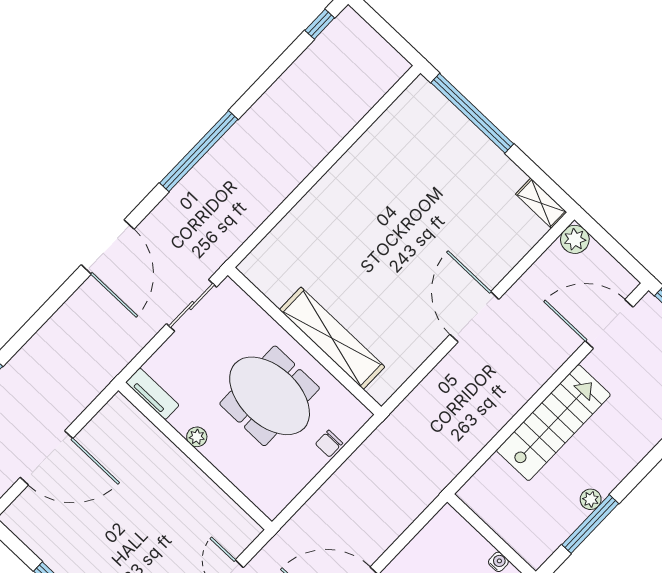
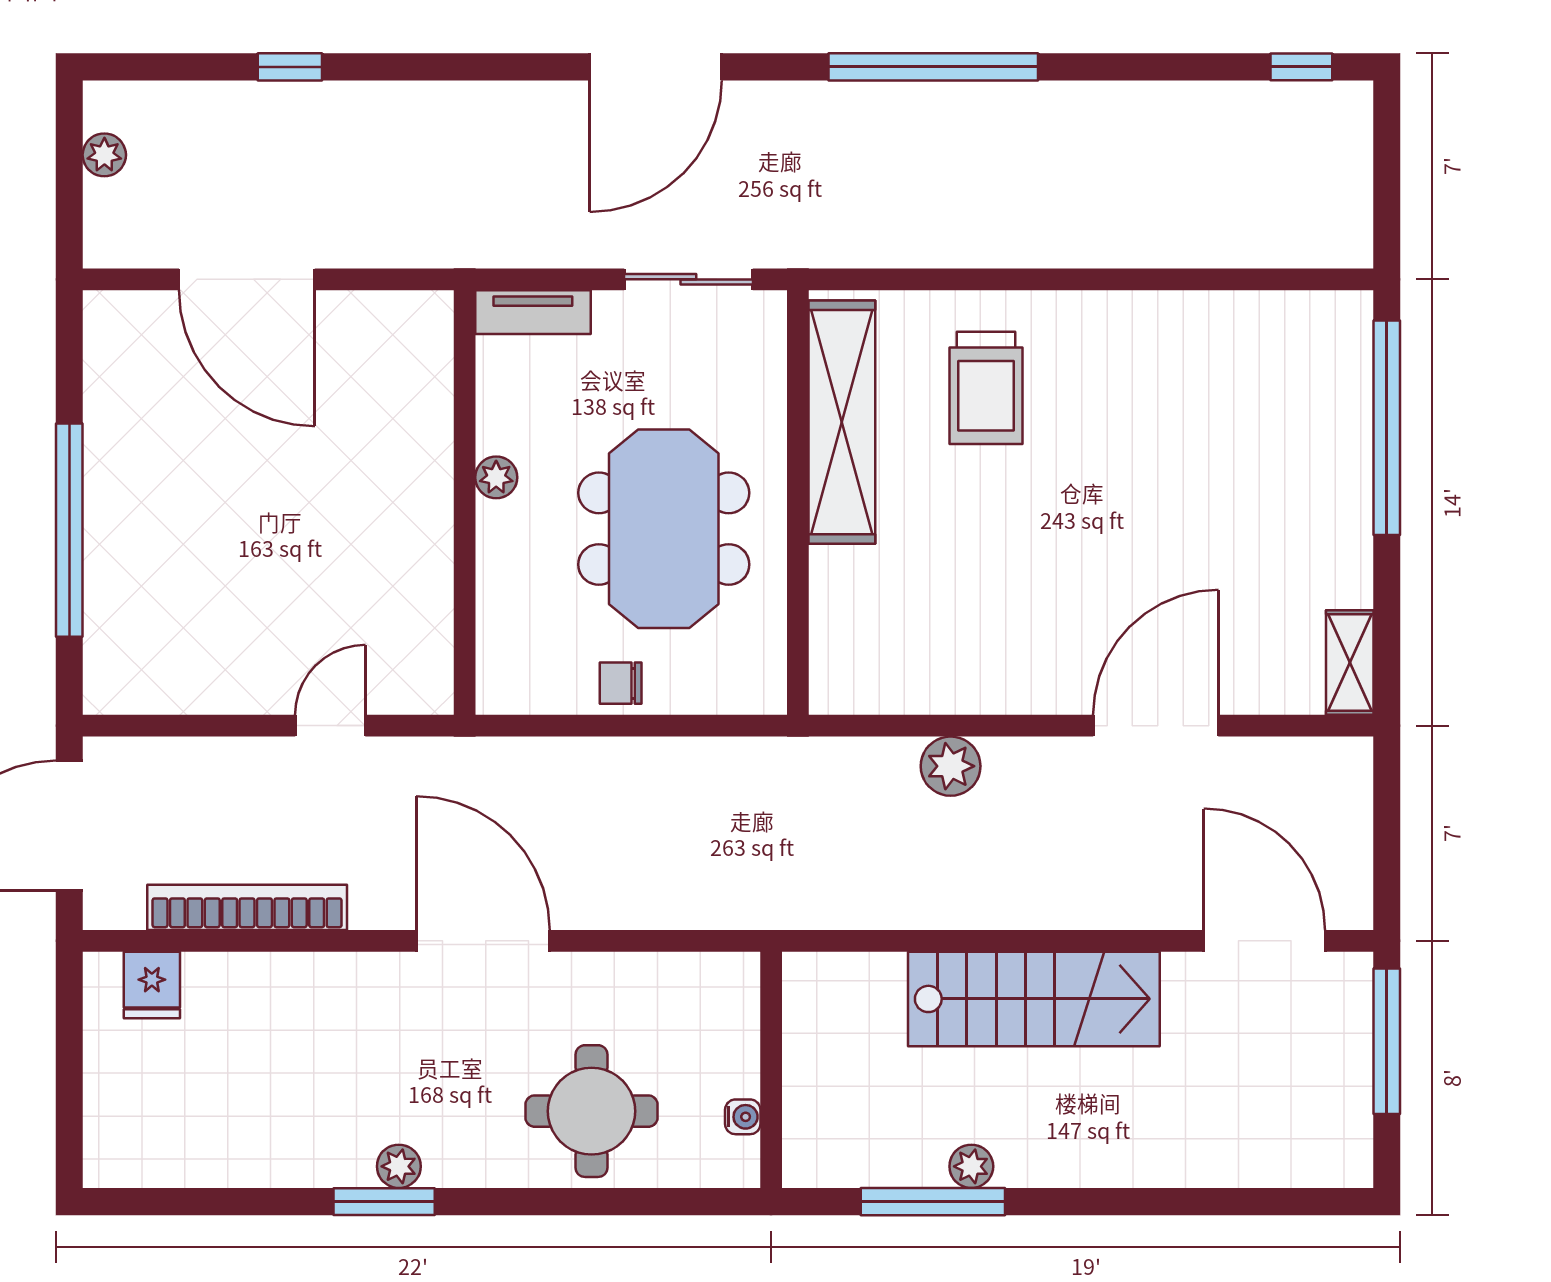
trolley: (327, 238) -> (986, 388), added
plant: (575, 239) -> (951, 766), moved
door: (474, 317) -> (1156, 726), moved
shelving: (332, 338) -> (842, 422), moved
tv unit: (152, 394) -> (533, 312), moved, turned 90
chair: (329, 444) -> (621, 683), moved

